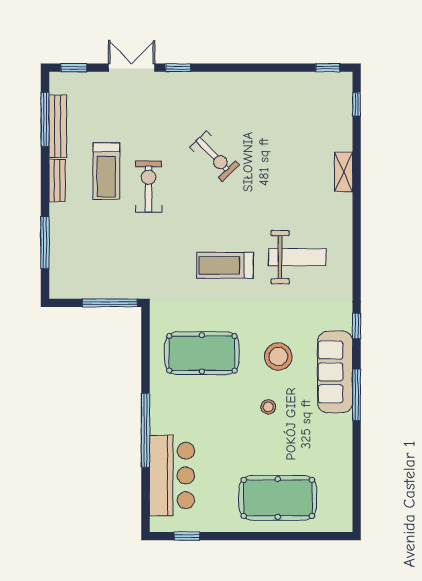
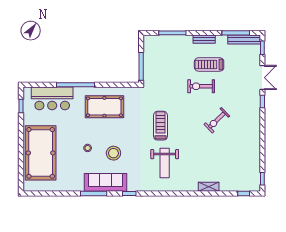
bench: (58, 126) -> (244, 40), moved
exercise bike: (149, 187) -> (201, 86), turned 180
pool table: (202, 353) -> (104, 107), moved, turned 90
pool table: (278, 498) -> (41, 153), width x1.36, depth x1.32

